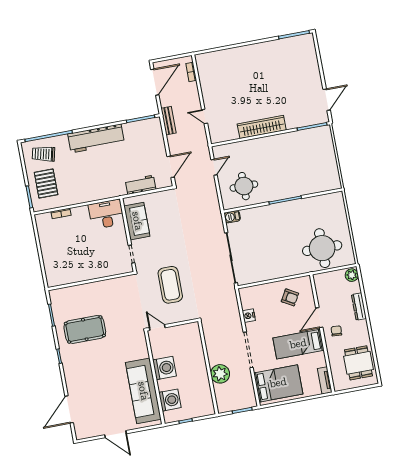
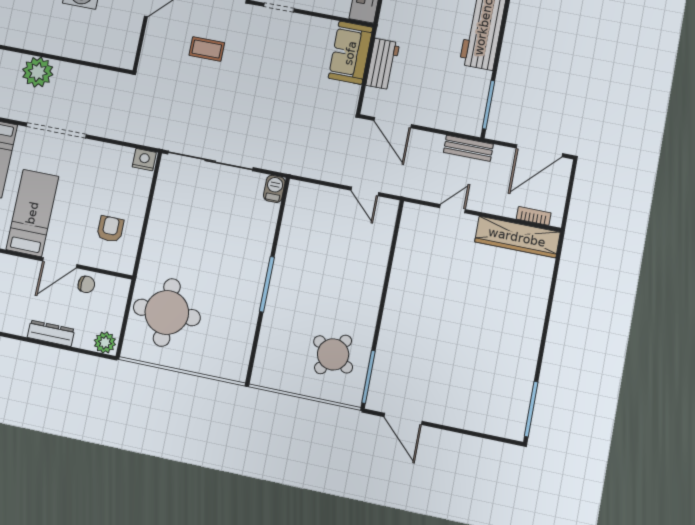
door: (155, 82) -> (539, 151), hinge flipped
wardrobe: (262, 127) -> (517, 237), moved, turned 90
round table: (244, 186) -> (333, 354), moved, turned 32
sofa: (137, 221) -> (350, 53), moved, turned 90
coffee table: (170, 285) -> (207, 49), width x0.54, depth x0.58
armchair: (290, 297) -> (110, 229), turned 150
nightstand: (249, 316) -> (144, 160), moved
door: (319, 318) -> (60, 263), swing flipped
chair: (336, 331) -> (86, 284), moved

